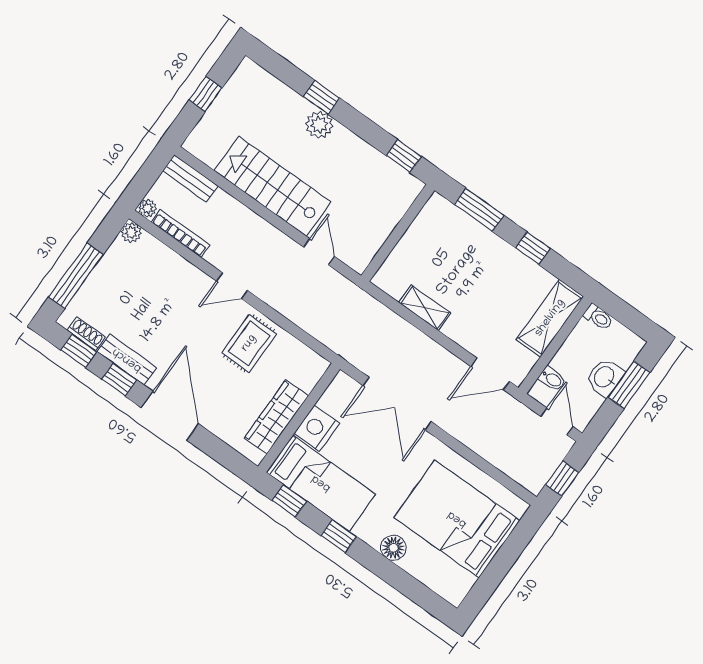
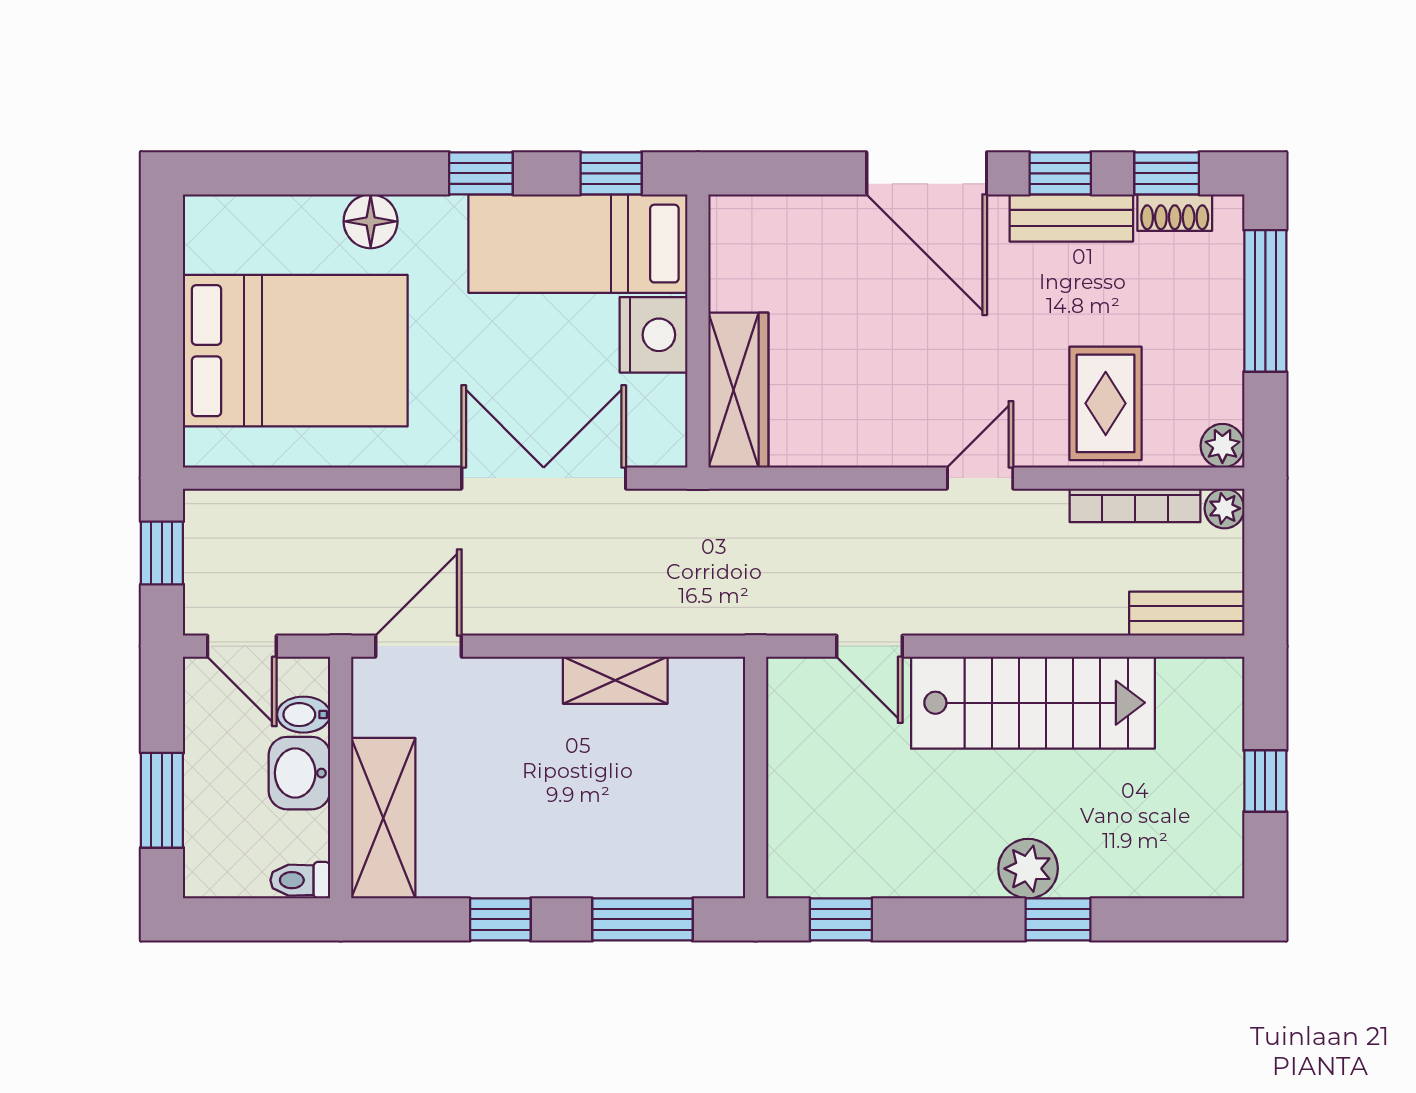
rug: (249, 343) -> (1106, 403), moved
washbasin: (605, 377) -> (299, 773), moved, turned 180
wardrobe: (276, 417) -> (738, 390), moved

